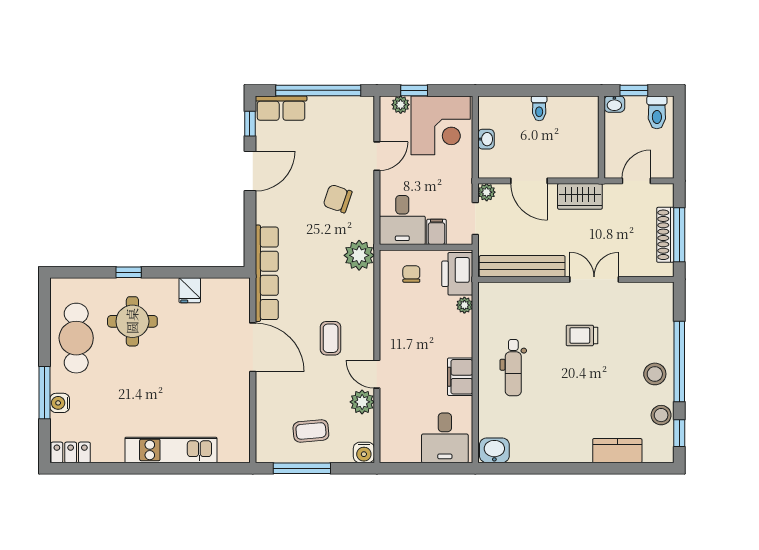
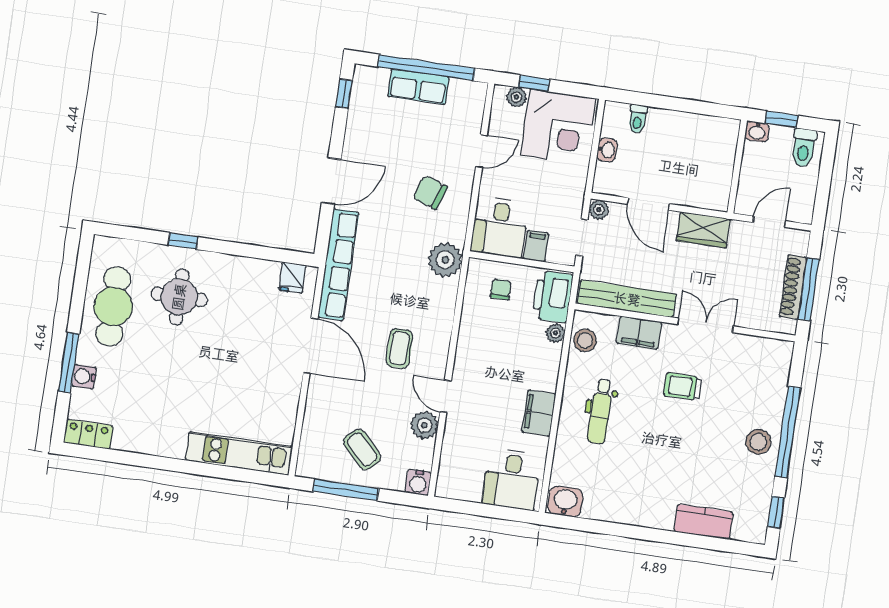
row of seats: (281, 108) -> (418, 87), moved
toilet: (539, 108) -> (638, 119), moved
door: (250, 171) -> (331, 181), moved
fridge: (190, 290) -> (292, 278), moved
filing cabinet: (537, 294) -> (639, 333), added
stool: (661, 415) -> (585, 340), moved
coffee table: (311, 431) -> (362, 449), turned 51
kitchen unit: (171, 450) -> (239, 453), moved

